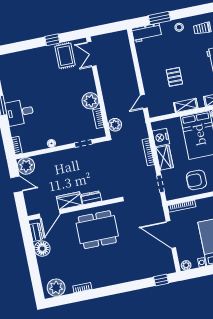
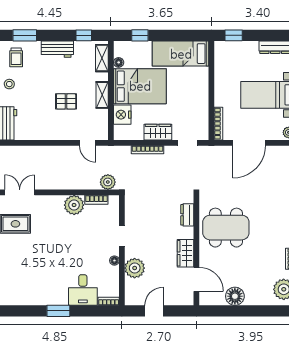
double door: (92, 54) -> (20, 192), swing flipped
desk: (20, 112) -> (83, 290), moved
nightstand: (161, 137) -> (122, 115), moved, turned 90
doorway: (83, 143) -> (122, 236), moved
plant: (26, 166) -> (135, 268), moved
armchair: (196, 180) -> (191, 100), removed
dresser: (91, 198) -> (187, 215), moved
dining table: (97, 230) -> (226, 228), turned 90
dresser: (36, 232) -> (214, 300), removed

